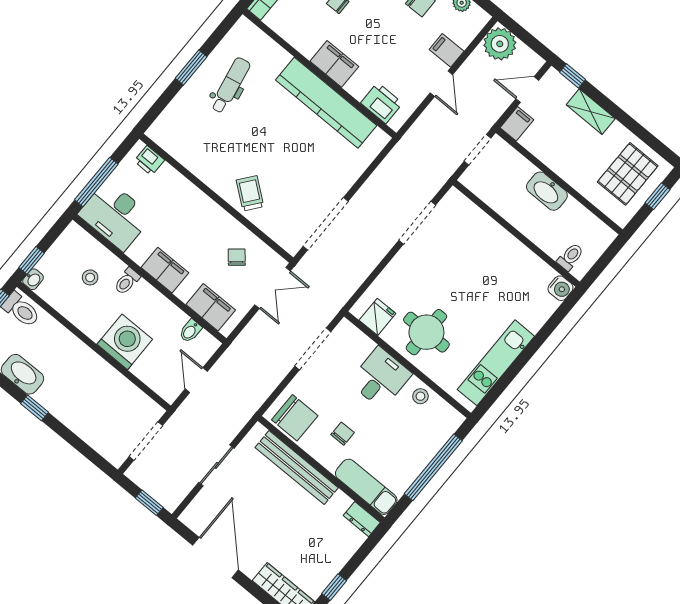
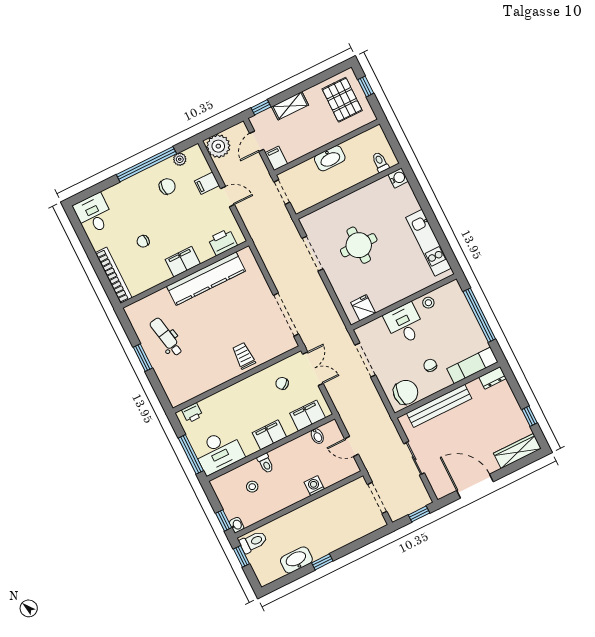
trolley: (250, 193) -> (244, 356), turned 52
round table: (426, 332) -> (359, 245), moved
washing machine: (125, 342) -> (314, 486), width x0.53, depth x0.53

